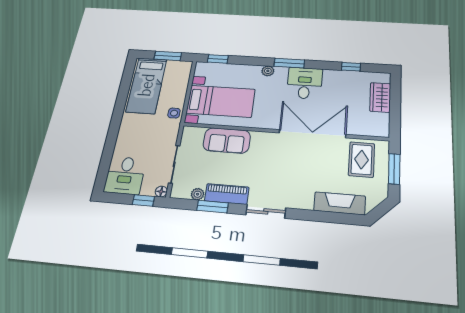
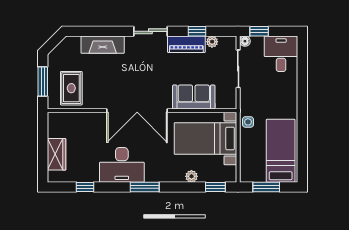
plant: (268, 71) -> (191, 176), moved
desk: (305, 83) -> (122, 165), width x1.37
double door: (312, 134) -> (137, 111), moved
fireplace: (340, 203) -> (103, 45), moved
window: (213, 207) -> (197, 31), width x0.67

